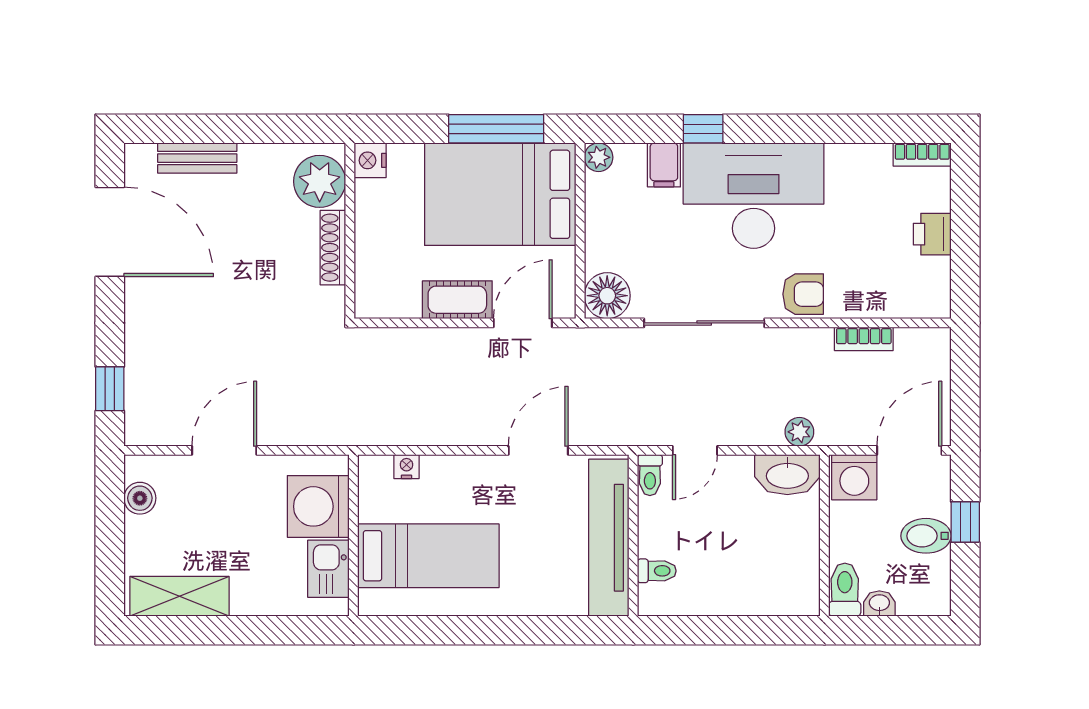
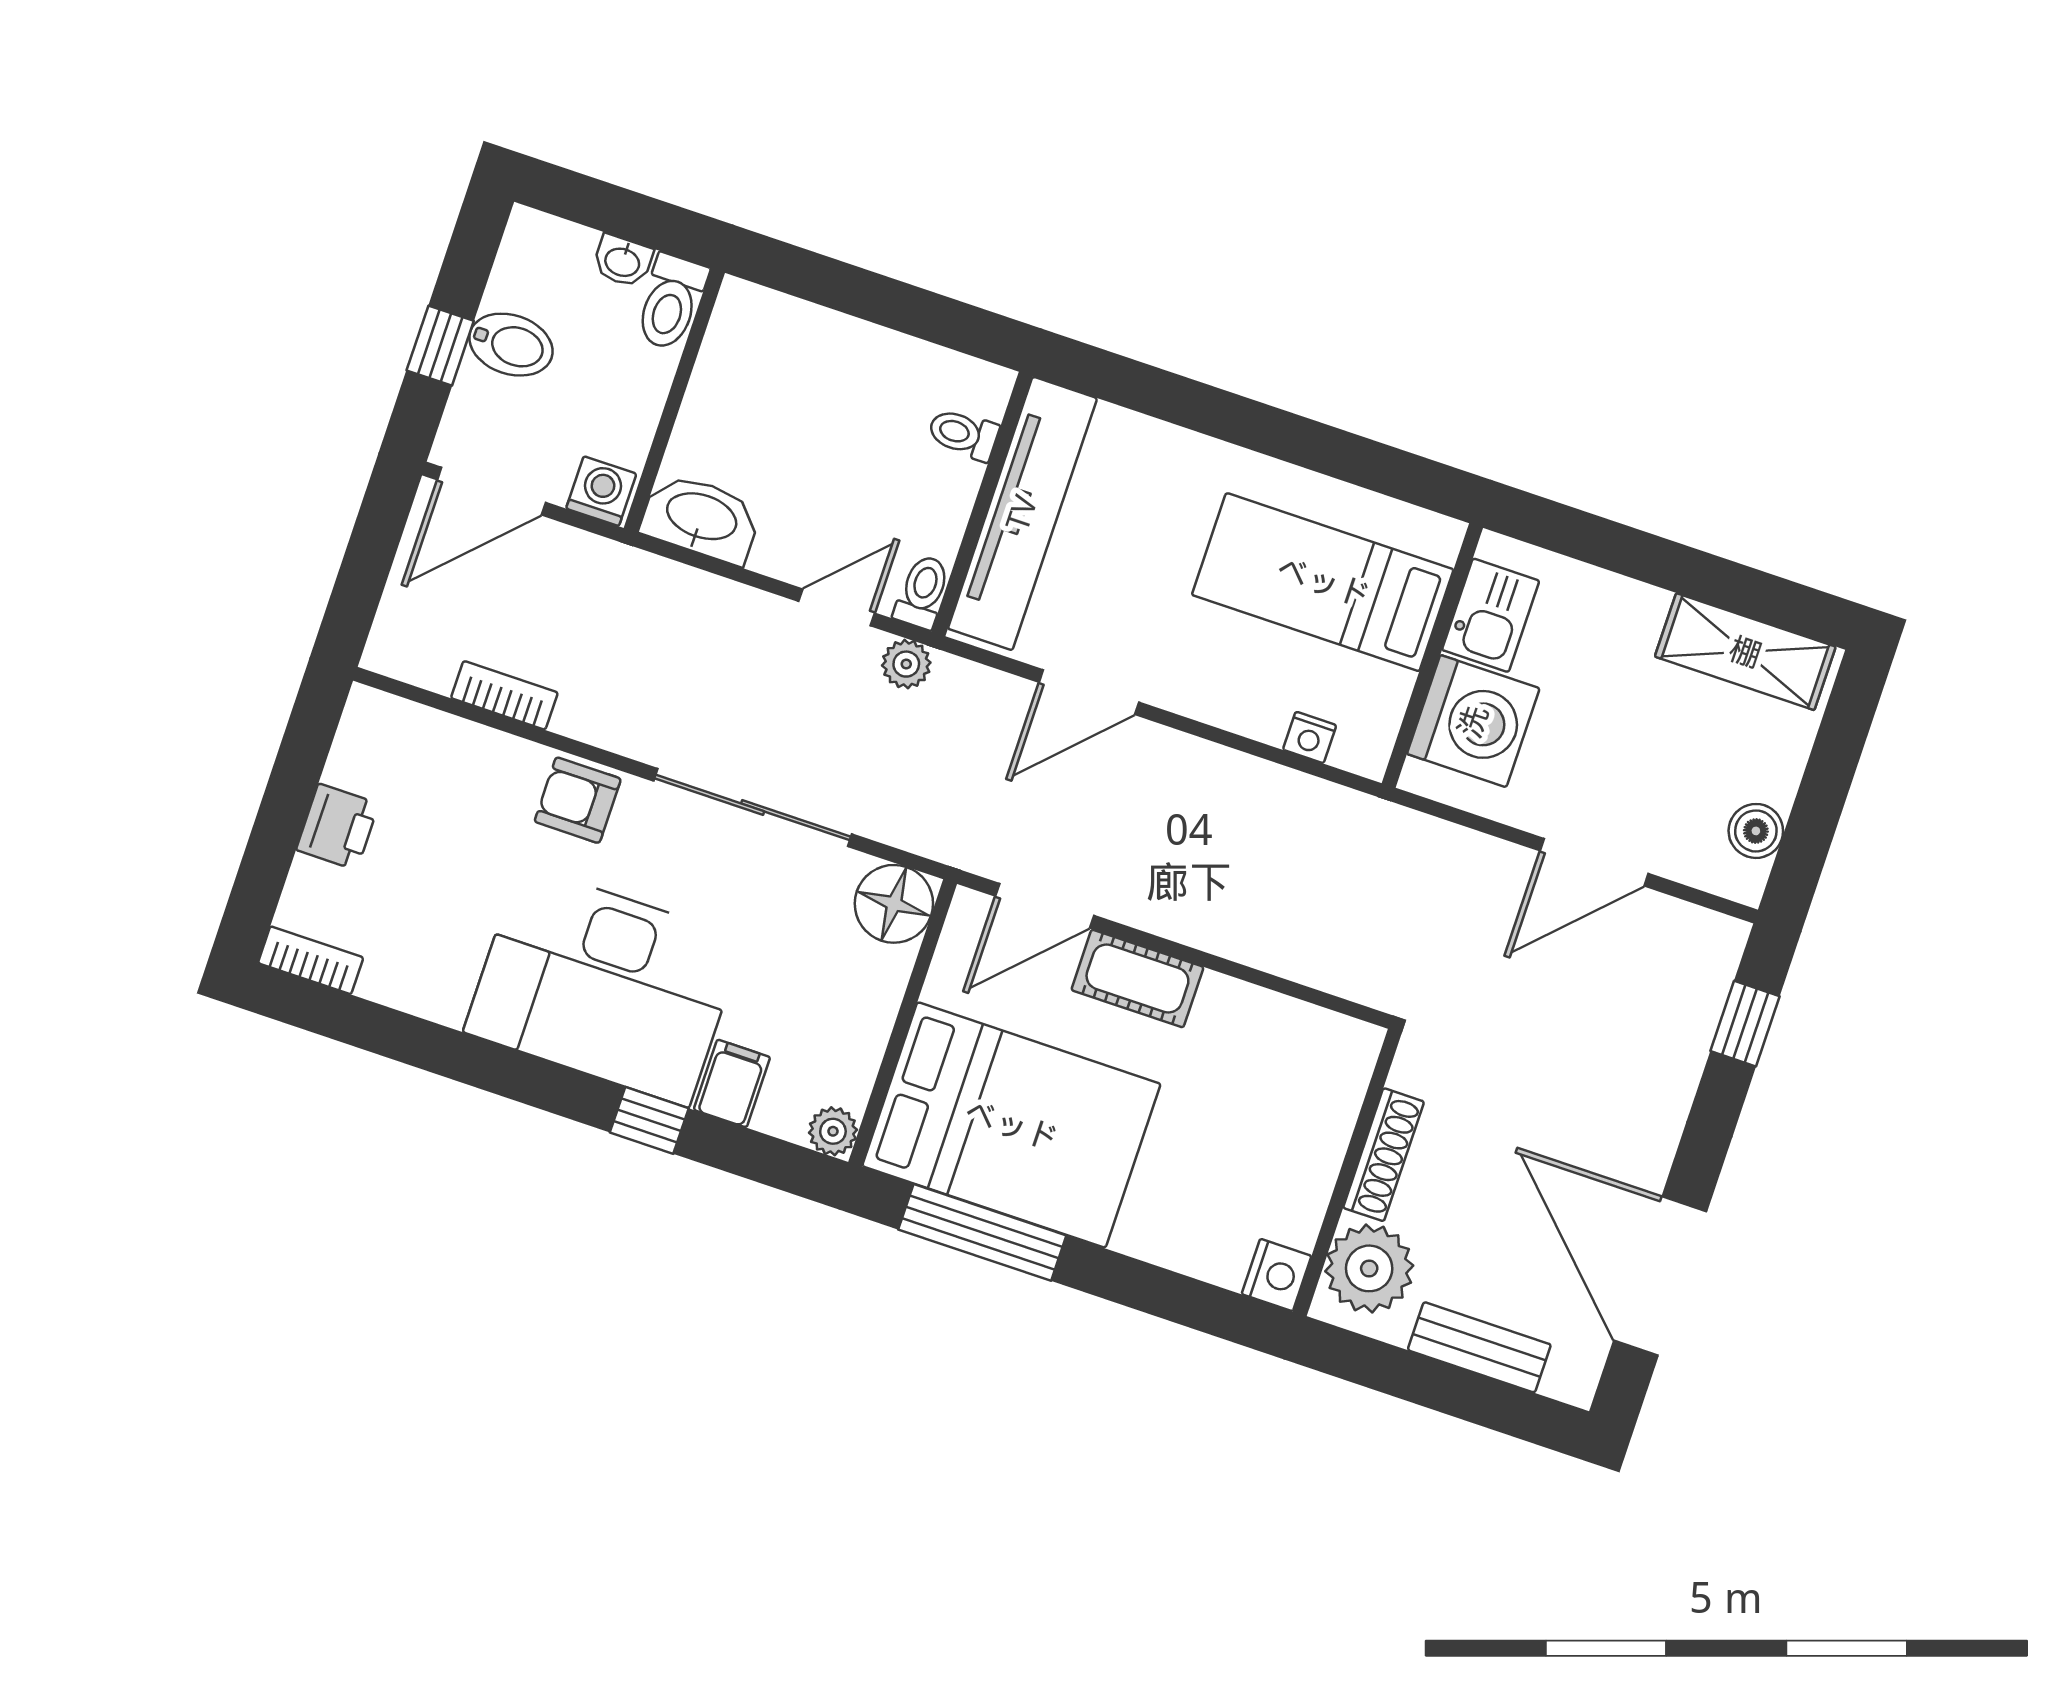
nightstand: (370, 160) -> (1276, 1275), moved
plant: (320, 181) -> (1369, 1268), moved
wall: (350, 231) -> (1347, 1173), moved
shoe rack: (333, 248) -> (1384, 1155), moved
plant: (799, 432) -> (906, 664), moved
washing machine: (854, 477) -> (601, 491), width x0.73, depth x0.73

